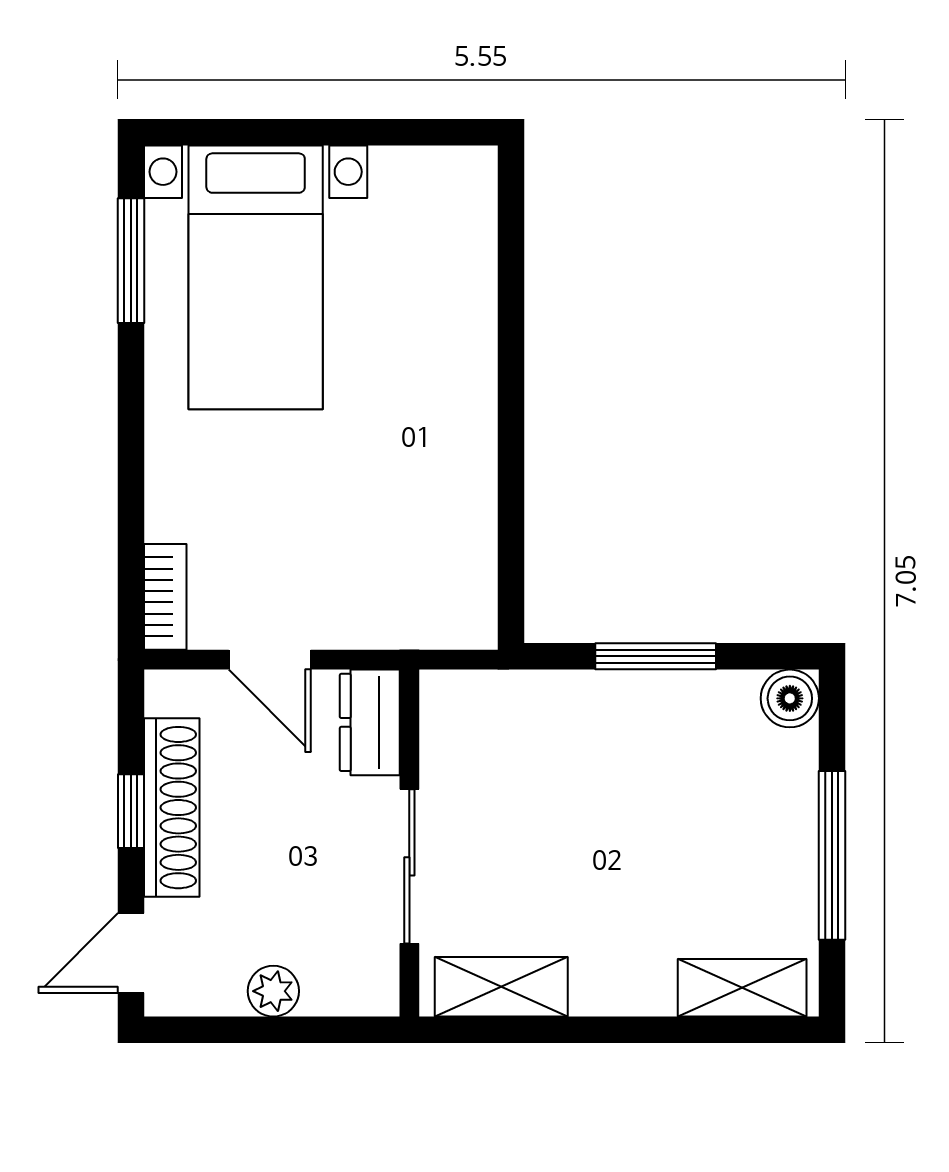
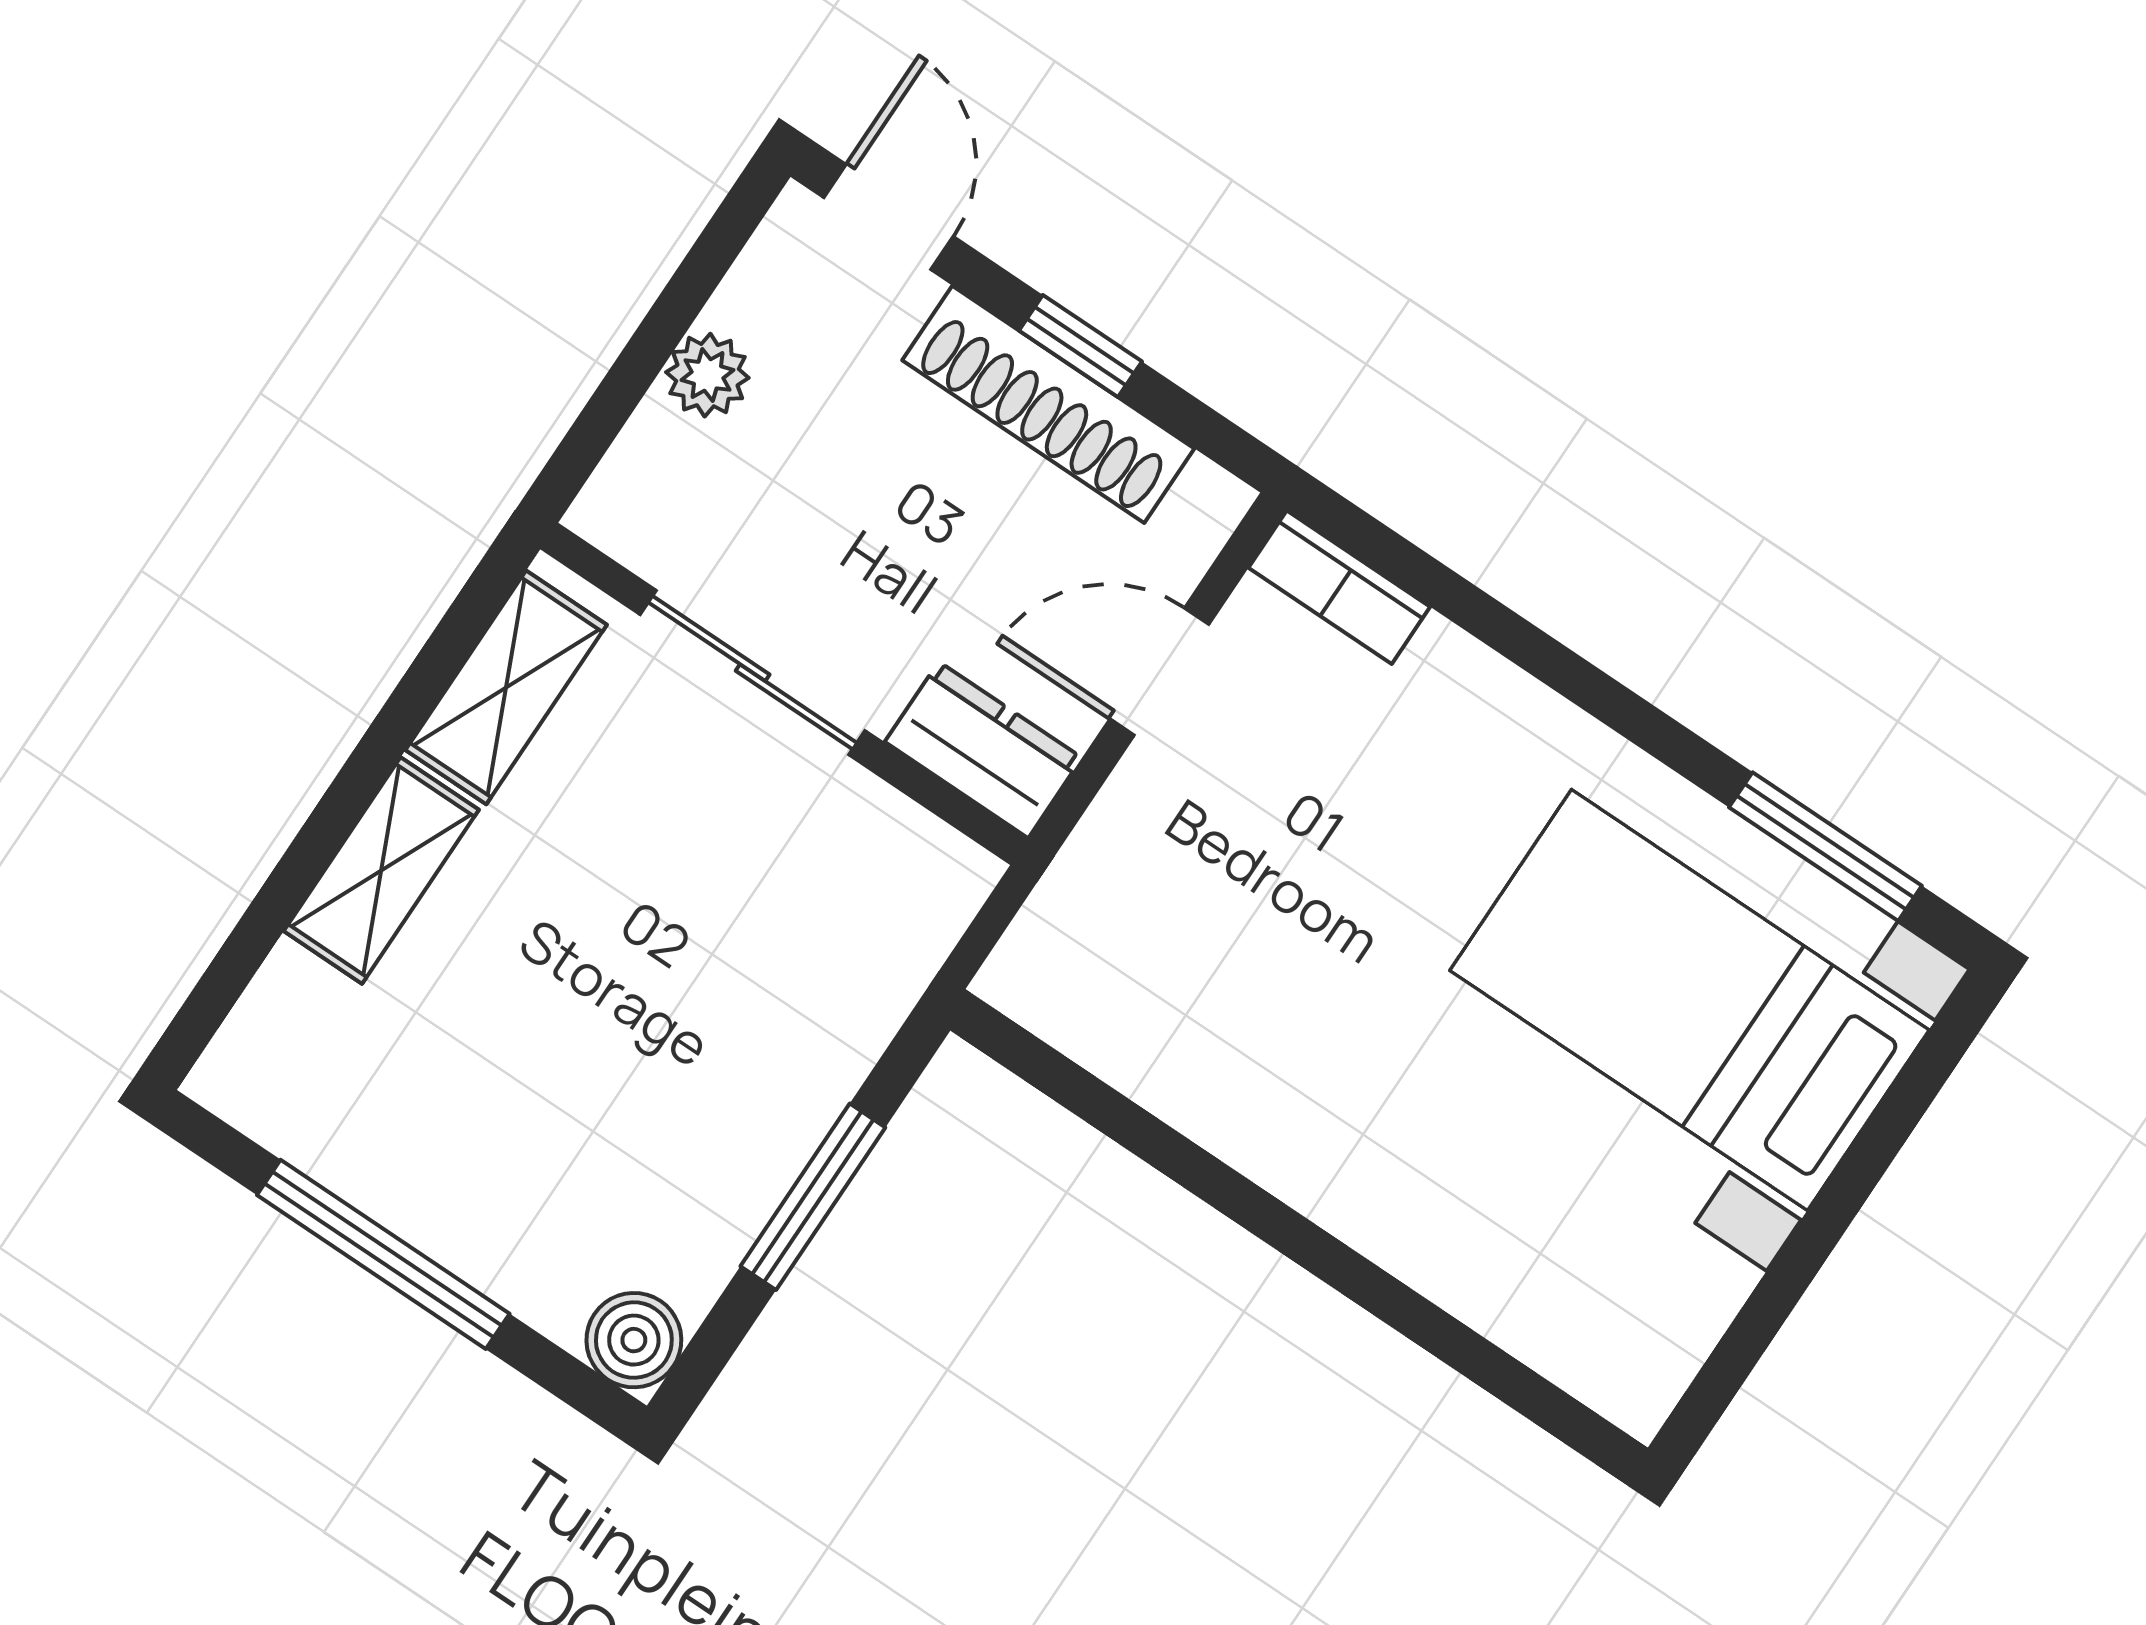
shelving: (742, 988) -> (381, 870), moved

